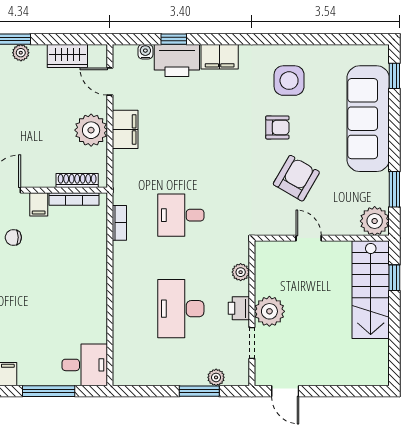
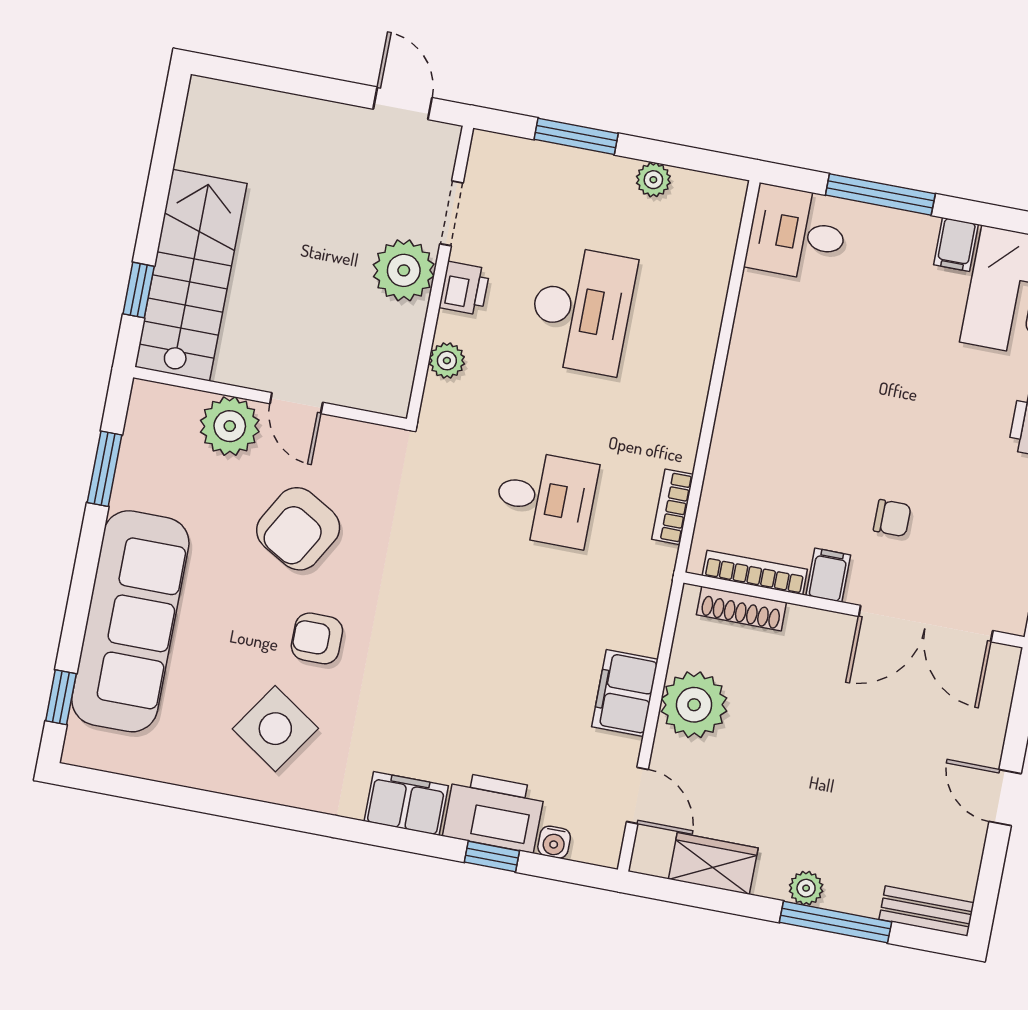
side table: (289, 81) -> (275, 729), turned 34
plant: (375, 221) -> (230, 426), moved
plant: (216, 377) -> (653, 180), moved

